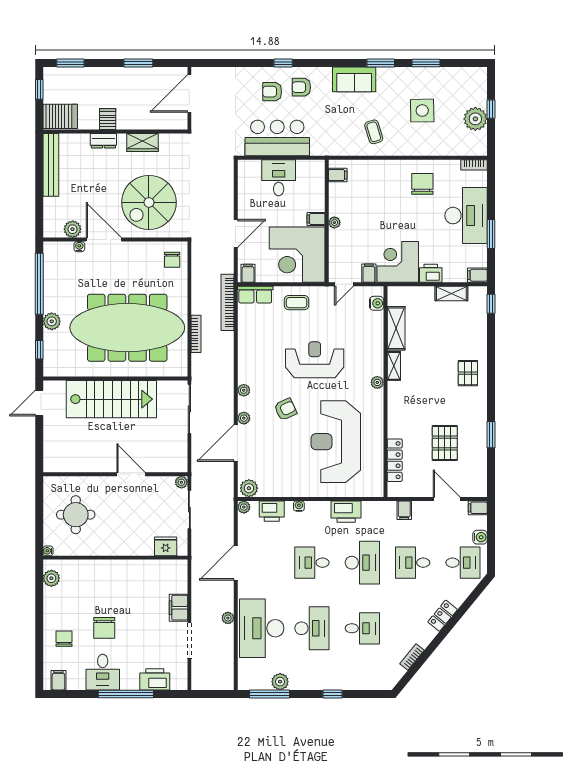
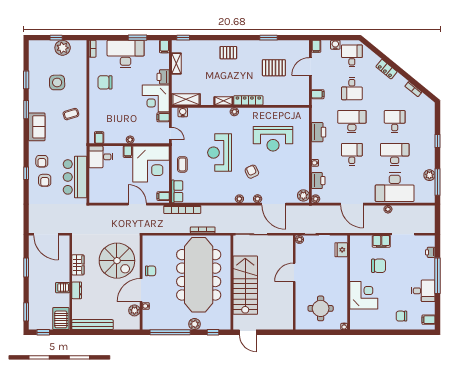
desk: (279, 178) -> (101, 157), moved
chair: (172, 260) -> (151, 271), moved
shelving: (396, 328) -> (186, 99), moved
reception desk: (336, 442) -> (273, 139), width x0.74, depth x0.77
locker: (395, 460) -> (248, 100), moved
desk: (312, 563) -> (352, 154), turned 180
plant: (51, 578) -> (362, 324), removed
corner desk: (96, 581) -> (364, 295), added
chair: (104, 628) -> (379, 266), moved
printer: (155, 679) -> (430, 252), width x0.53, depth x0.68

